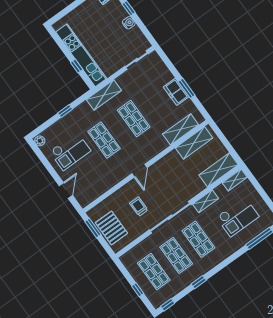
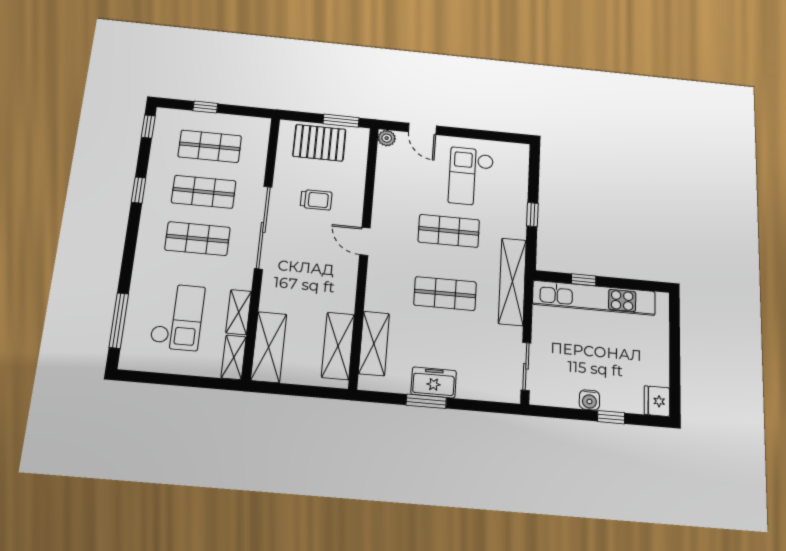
shelving: (104, 95) -> (512, 282), width x1.47
plant: (40, 141) -> (387, 138), moved
shelving: (206, 201) -> (239, 312), moved
checkout: (238, 217) -> (178, 317), turned 180

